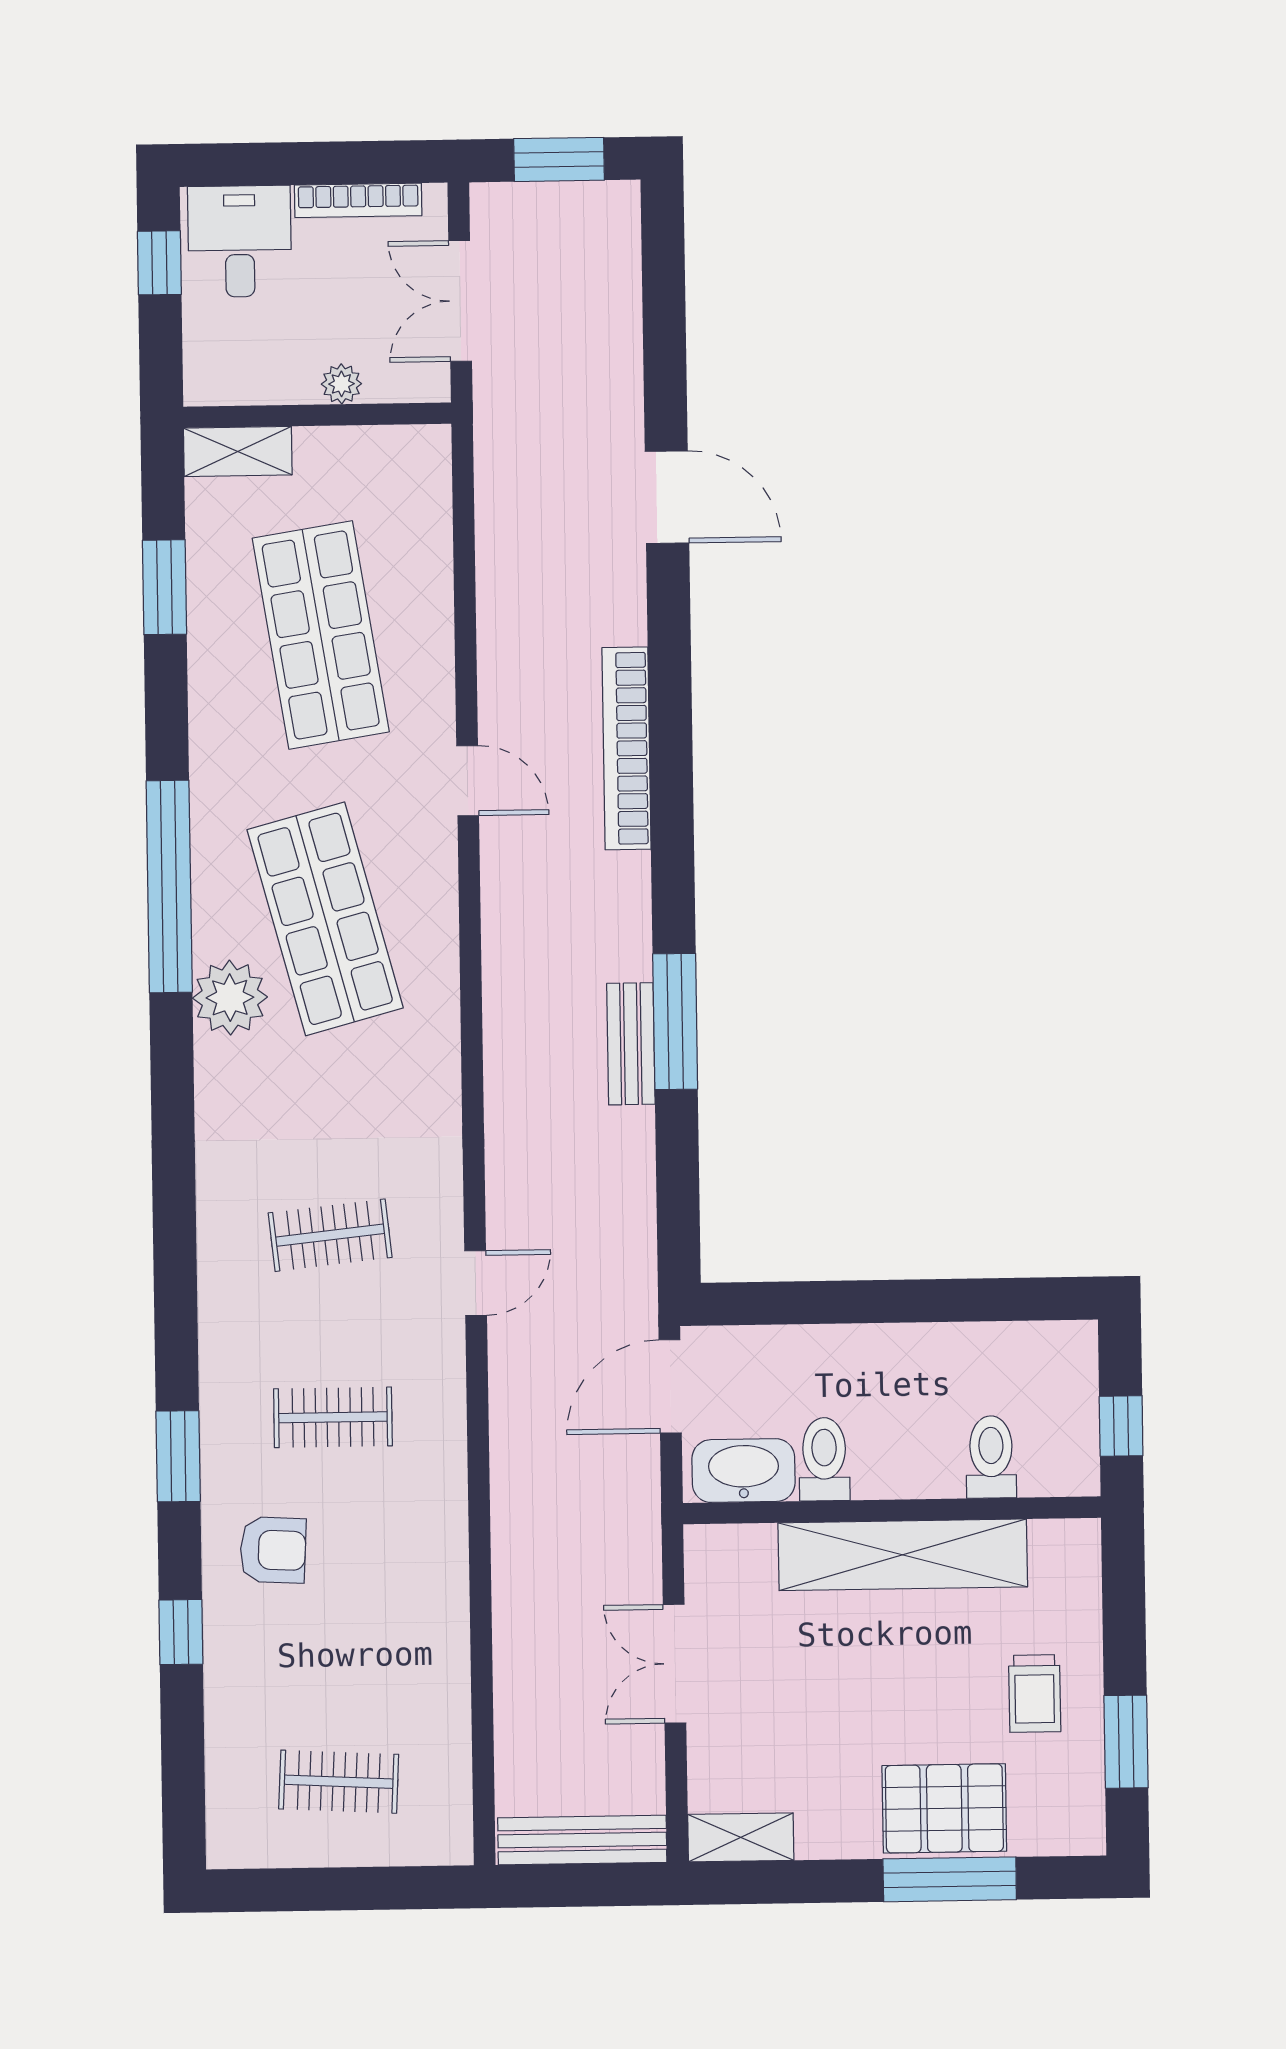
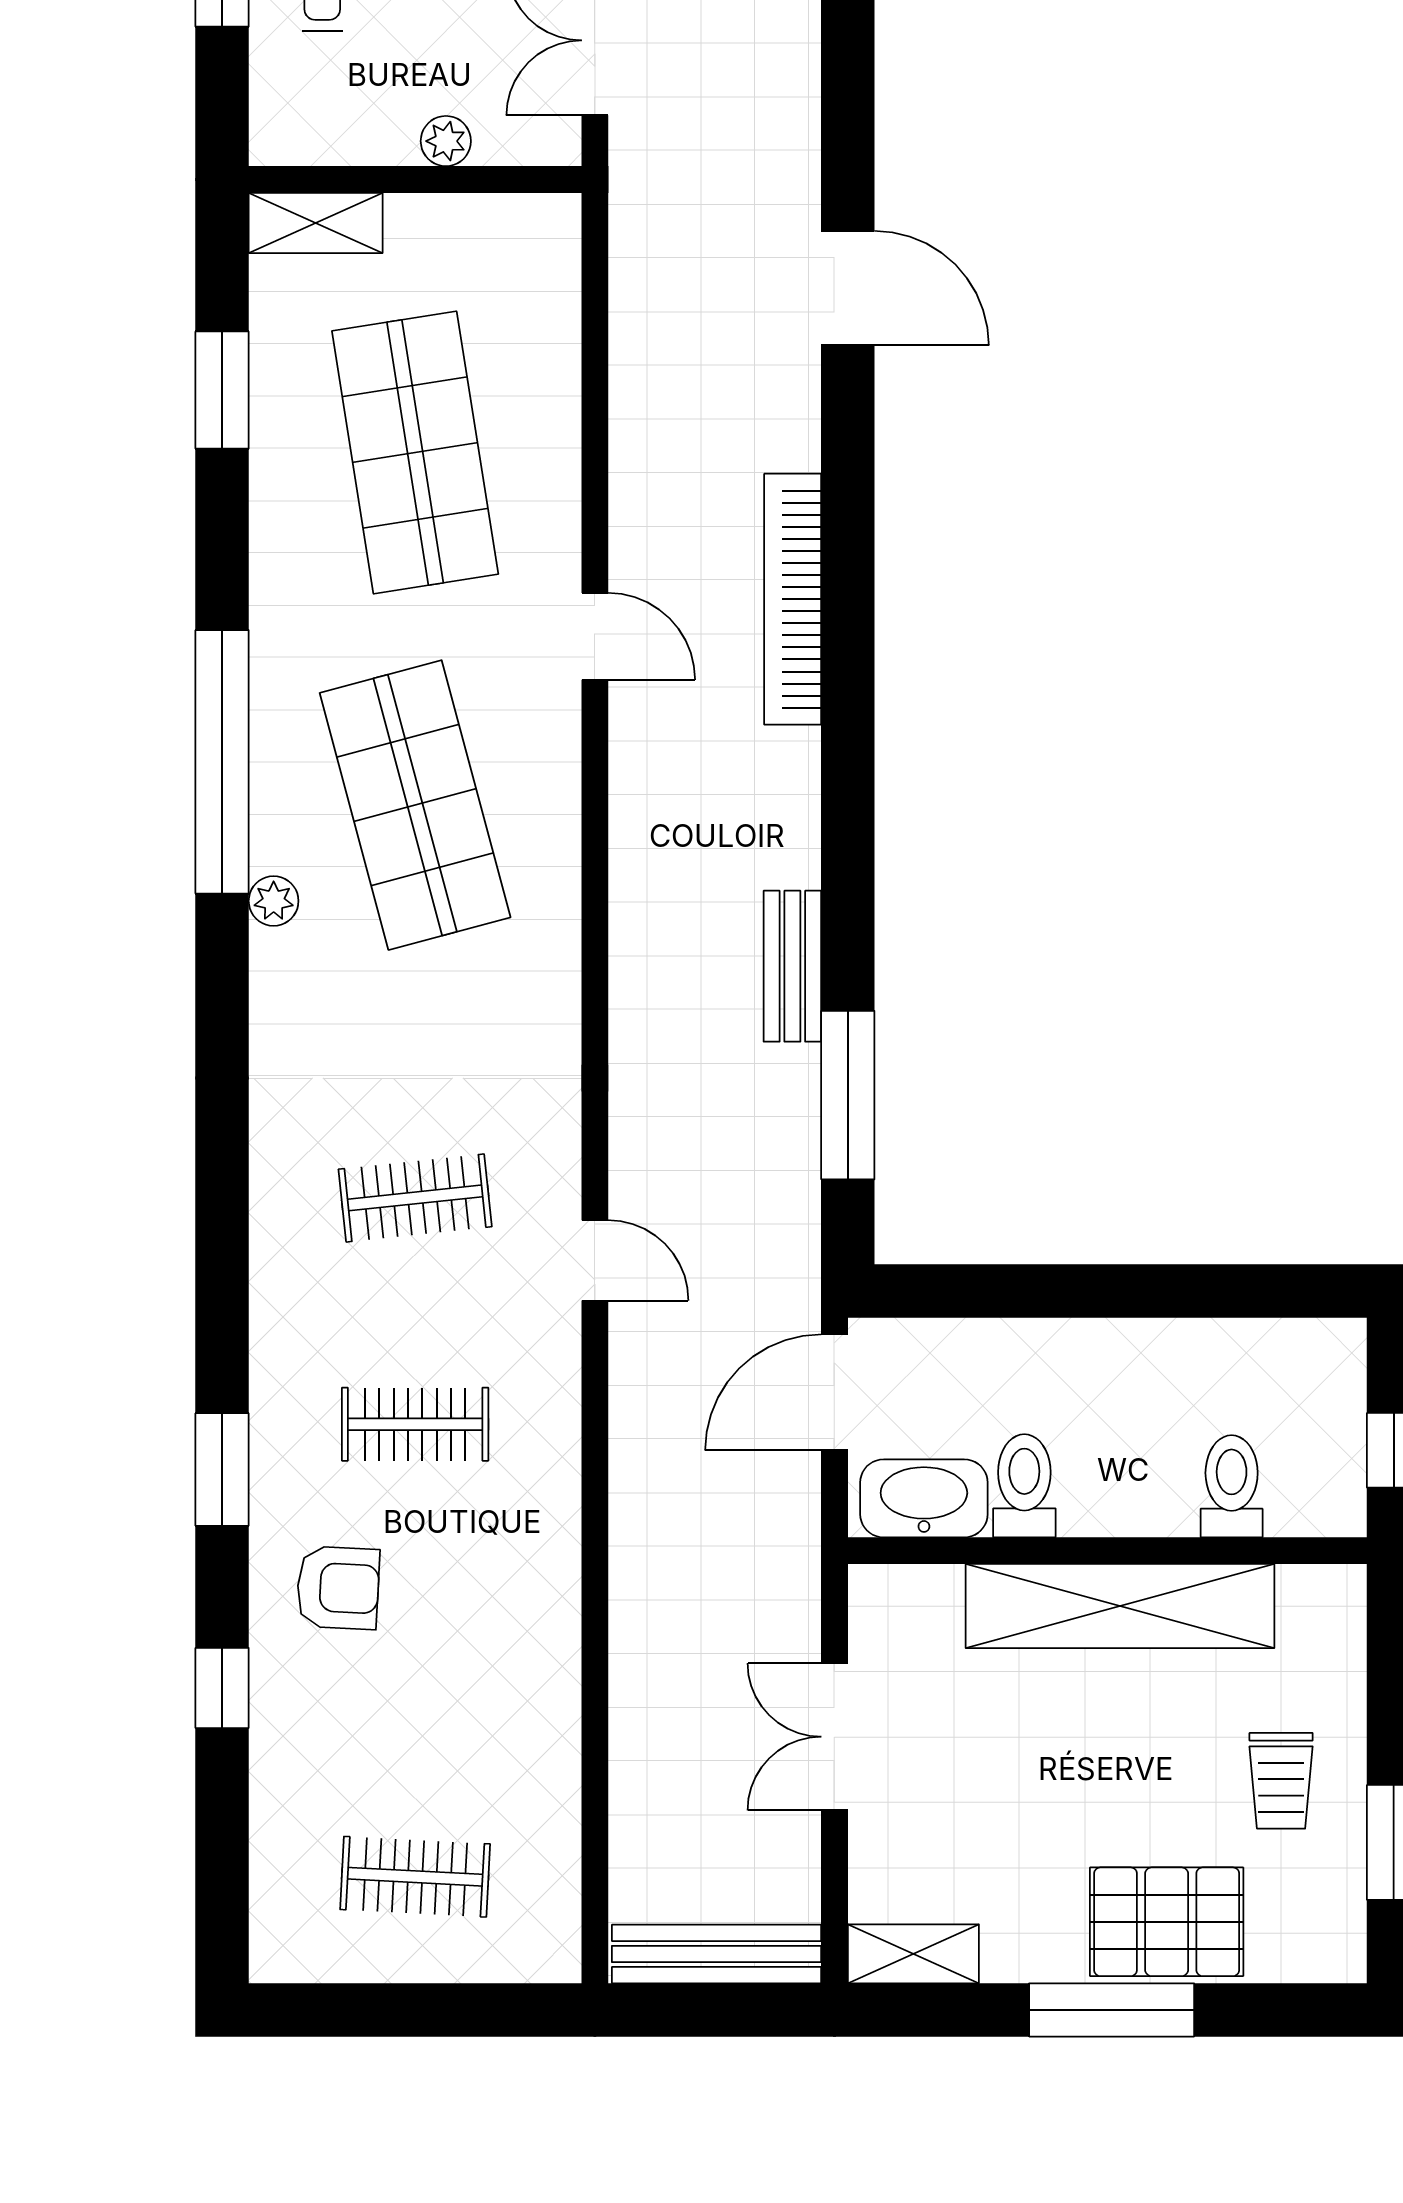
plant: (230, 998) -> (274, 901), width x0.53, depth x0.53
window: (675, 1021) -> (848, 1095), moved
door: (476, 1283) -> (595, 1260), hinge flipped
window: (950, 1879) -> (1112, 2010), moved

